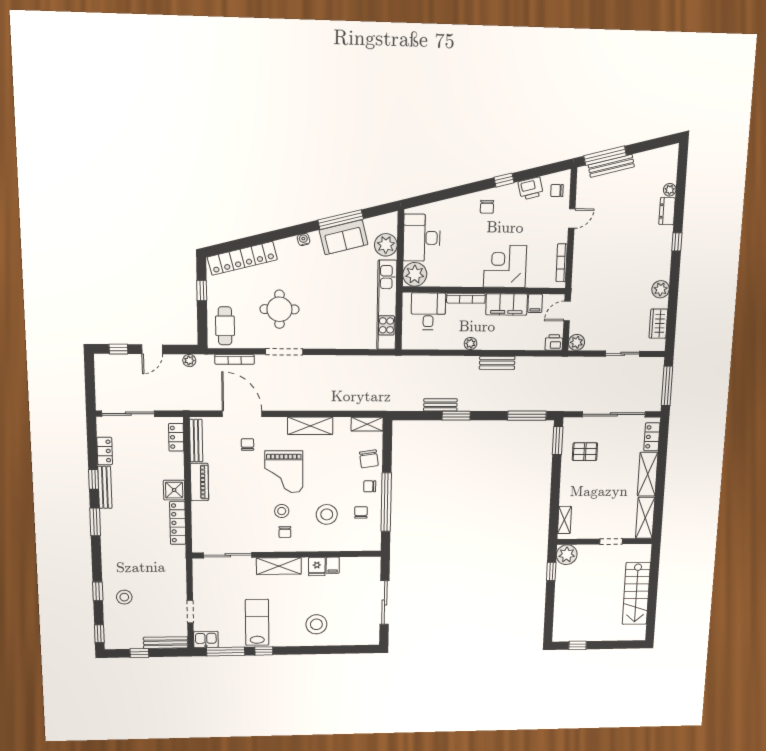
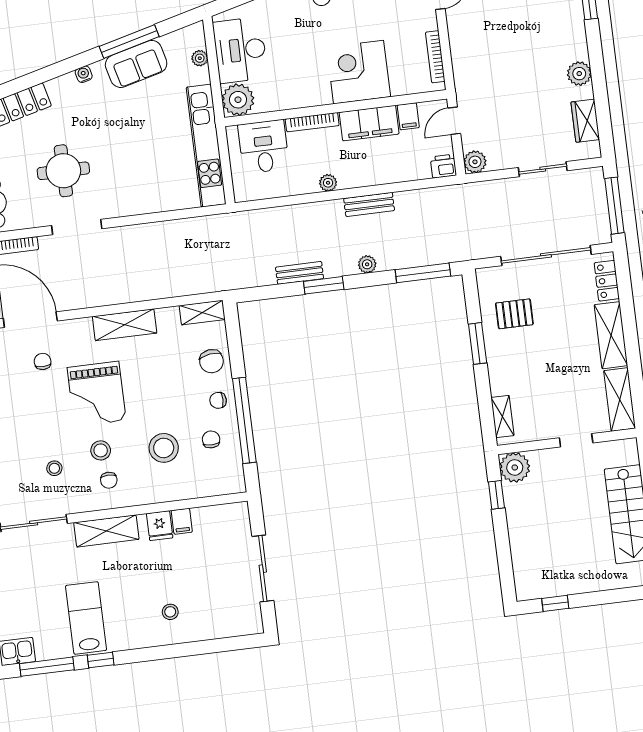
plant: (386, 245) -> (200, 58), width x0.53, depth x0.53
plant: (489, 405) -> (367, 264), added
window: (558, 441) -> (478, 343), moved
stool: (247, 520) -> (54, 468), added
stool: (316, 624) -> (170, 612), width x0.53, depth x0.53

